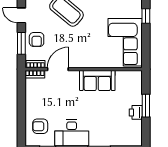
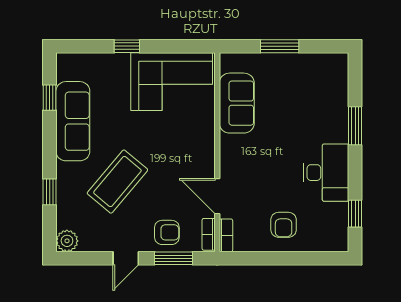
sofa: (97, 80) -> (237, 103), moved
printer: (136, 112) -> (291, 63), removed
armchair: (40, 126) -> (284, 225), moved

